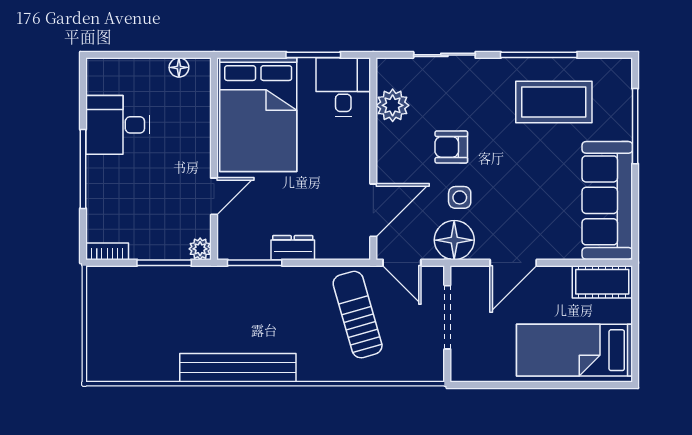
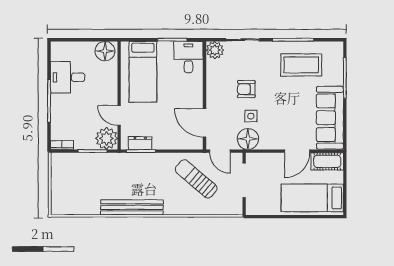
floor lamp: (179, 67) -> (105, 51), width x1.89, depth x1.89
plant: (393, 105) -> (215, 50), moved
bed: (258, 115) -> (143, 72), width x0.67
door: (214, 196) -> (119, 115), swing flipped
door: (373, 210) -> (205, 123), swing flipped
dresser: (293, 248) -> (140, 143), moved
plant: (200, 249) -> (107, 138), width x1.88, depth x1.88
door: (513, 263) -> (297, 151), moved
sun lounger: (358, 315) -> (196, 179), turned -33

